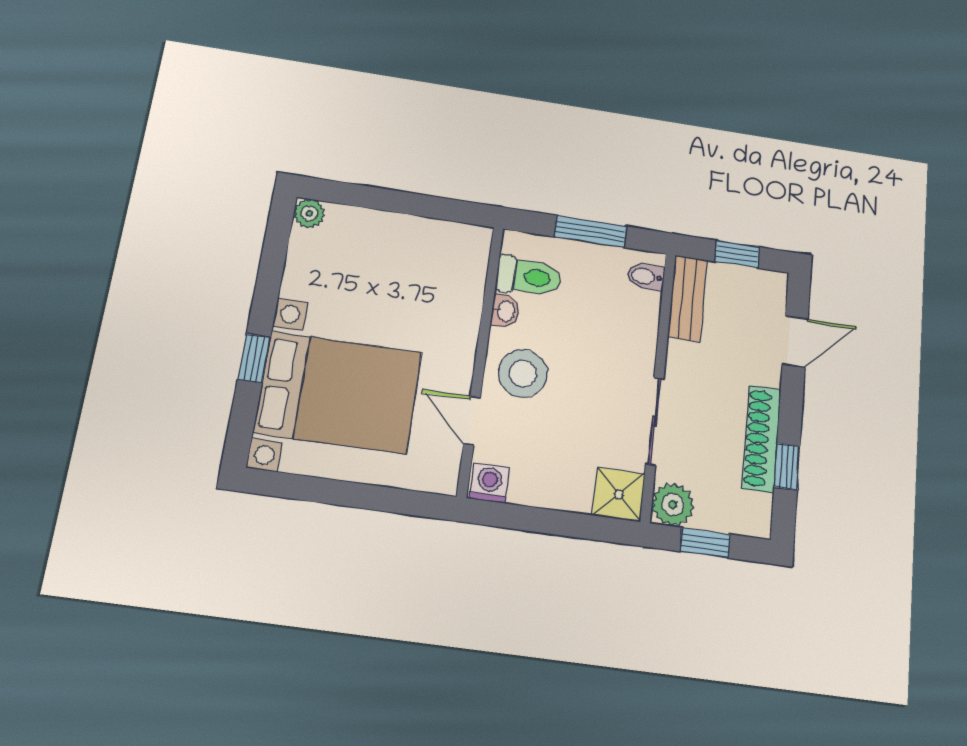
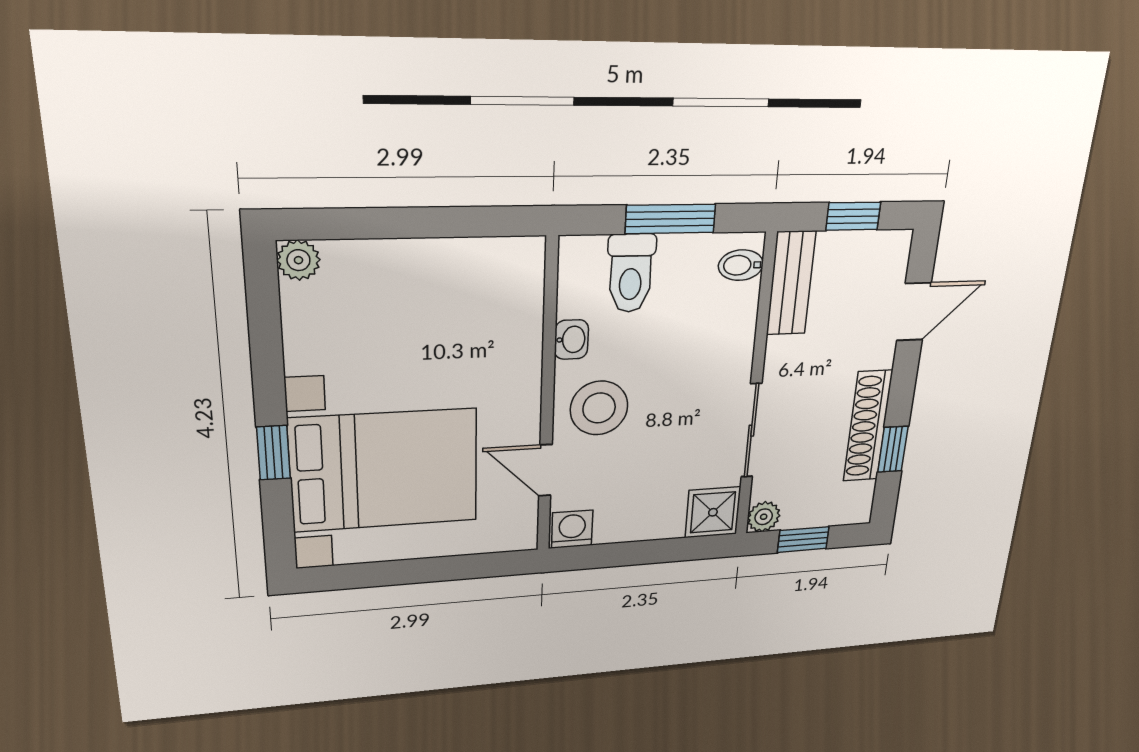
toilet: (528, 277) -> (631, 273), moved, turned 90
plant: (673, 505) -> (764, 517), width x0.73, depth x0.73

